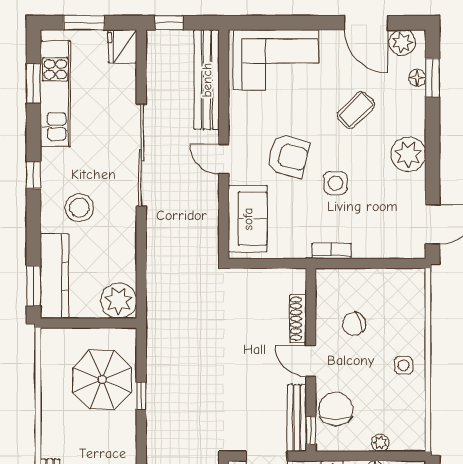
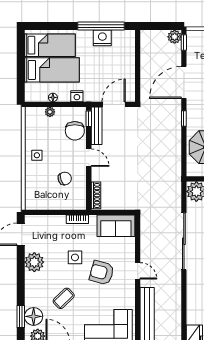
floor lamp: (417, 78) -> (34, 316), width x1.89, depth x1.89
plant: (408, 154) -> (34, 262), moved
sliding door: (141, 155) -> (184, 241), moved
sofa: (248, 219) -> (116, 226), moved, turned -90
shoe rack: (298, 319) -> (96, 195), moved
window: (141, 396) -> (184, 118), moved

